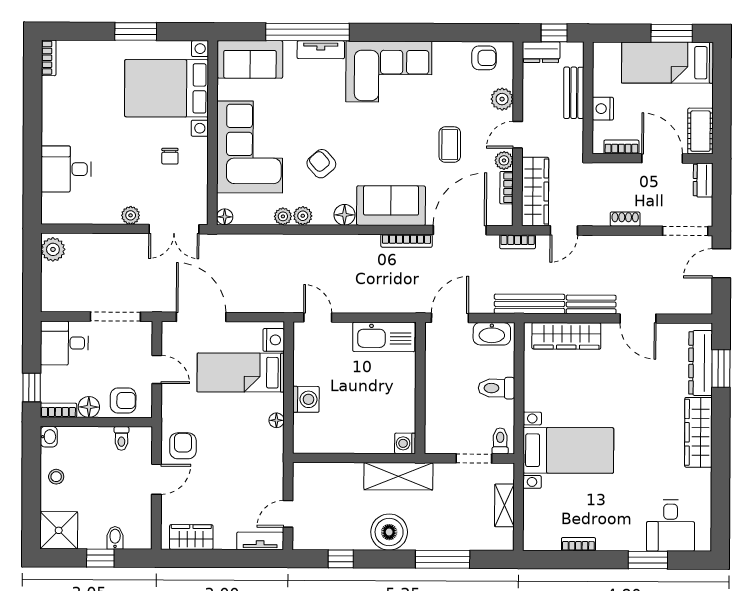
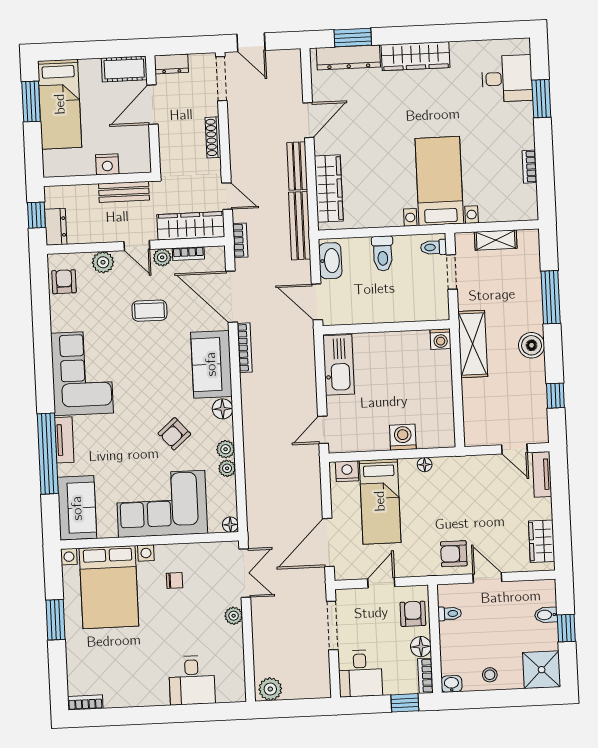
bench: (574, 93) -> (124, 192), moved
bookcase: (621, 147) -> (143, 145), removed
shoe rack: (625, 219) -> (213, 137), width x1.43
boiler: (389, 532) -> (532, 345), width x0.73, depth x0.73

